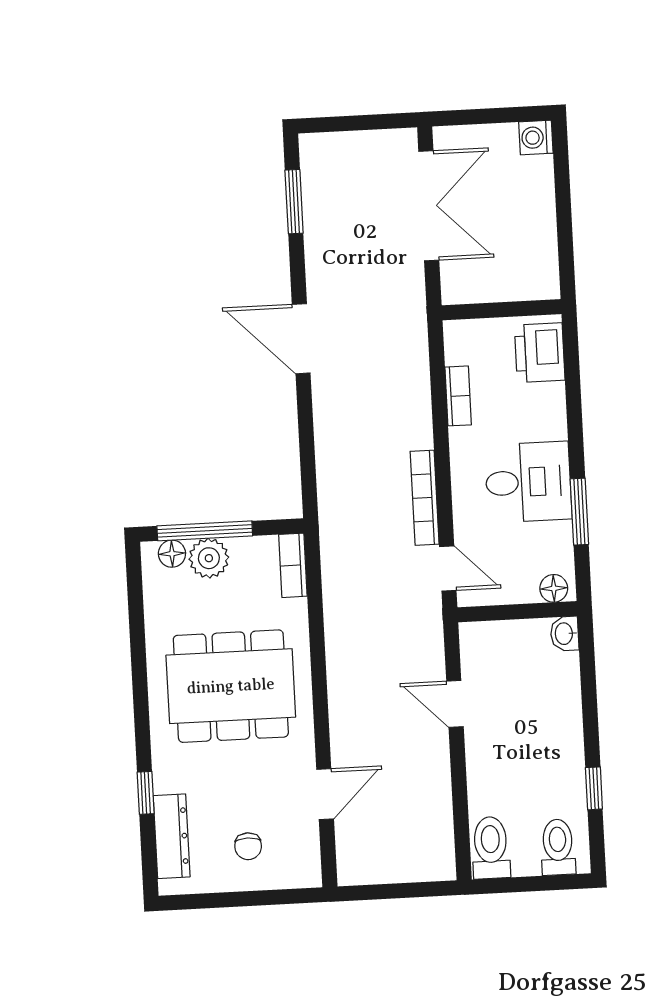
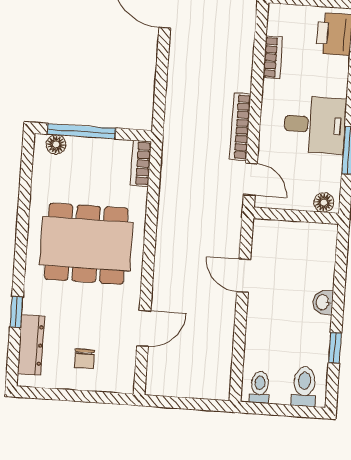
plant: (209, 558) -> (82, 151), removed
washbasin: (565, 634) -> (323, 302), moved
toilet: (491, 848) -> (260, 387), width x0.73, depth x0.72

